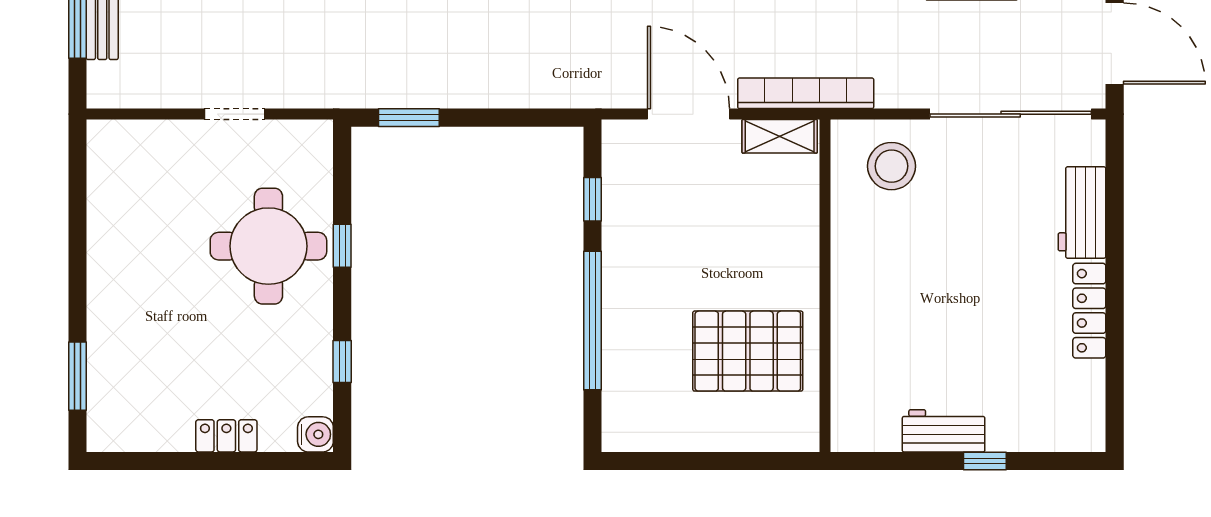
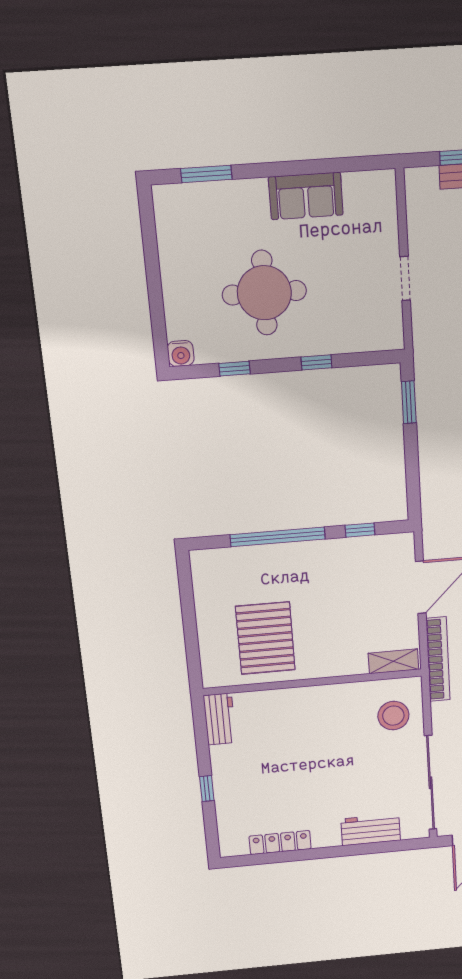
shelving: (780, 136) -> (393, 661), moved, turned 90
sofa: (115, 244) -> (306, 196), added
round table: (268, 246) -> (264, 293), moved
locker: (1089, 311) -> (280, 842), moved
workbench: (944, 431) -> (220, 719), moved
locker: (226, 436) -> (173, 289), removed

